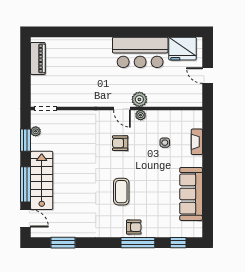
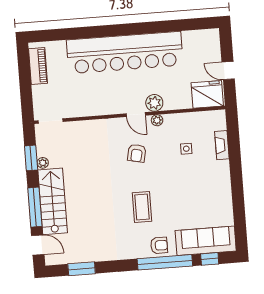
fridge: (182, 49) -> (207, 94), moved, turned 180
bar counter: (140, 52) -> (125, 53), width x1.86
plant: (36, 131) -> (43, 163), moved
armchair: (120, 143) -> (137, 153), turned -78
sofa: (191, 194) -> (206, 241), moved, turned 90
window: (138, 243) -> (165, 262), width x1.46

